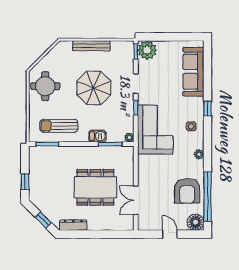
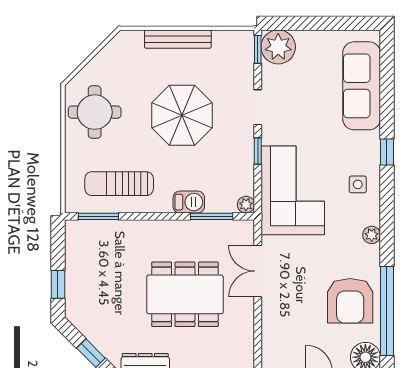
double door: (136, 200) -> (258, 271), moved

